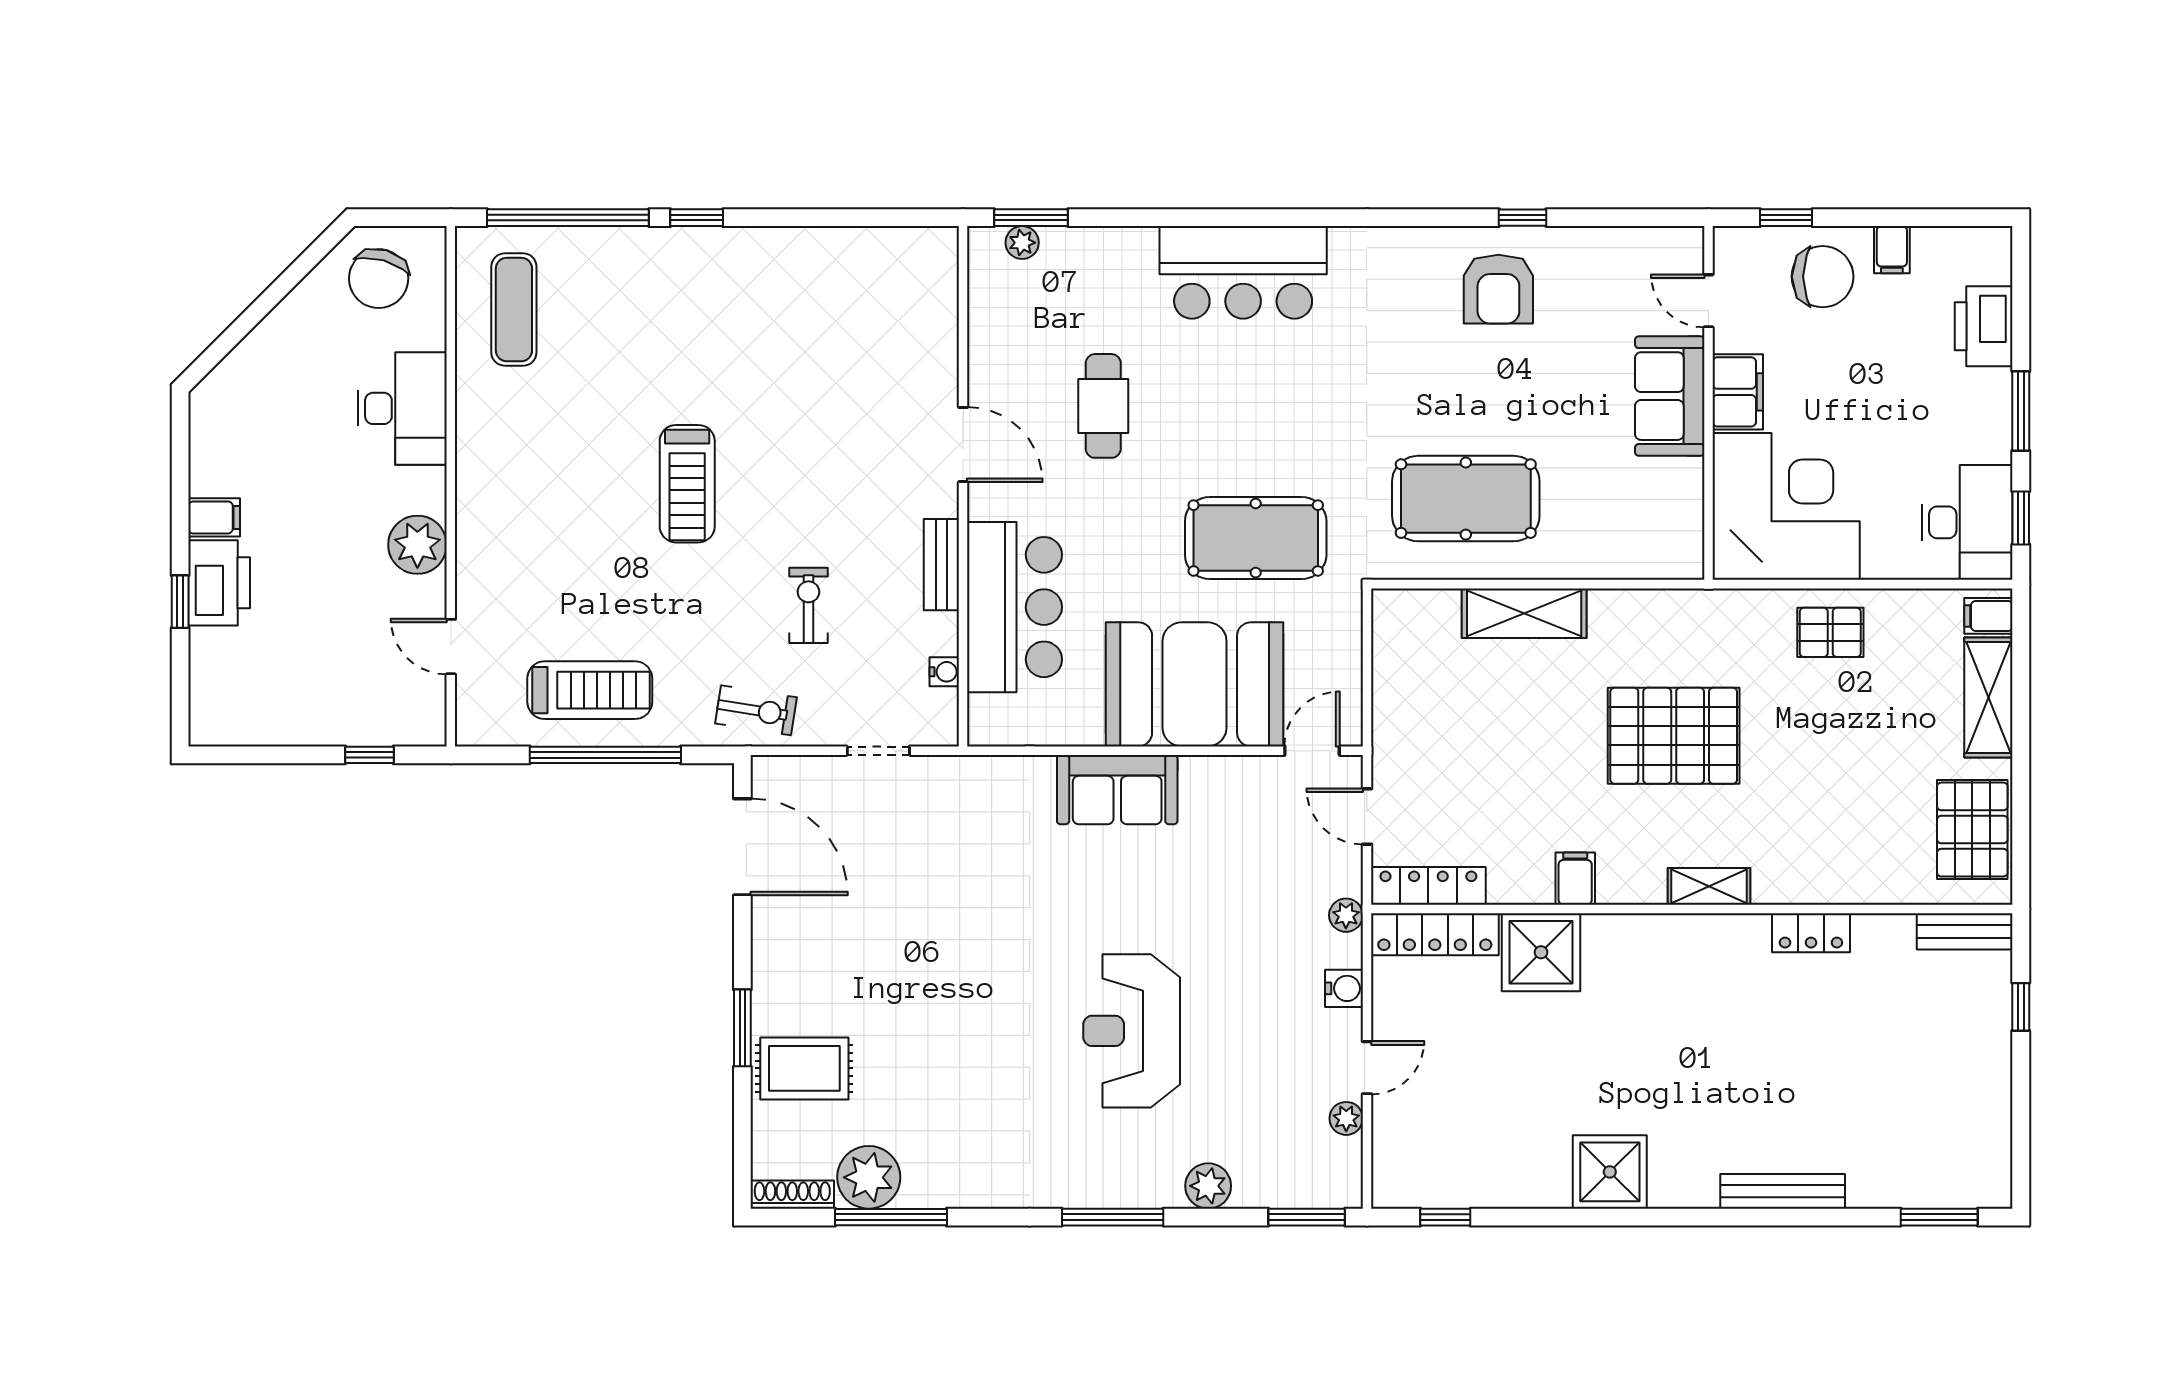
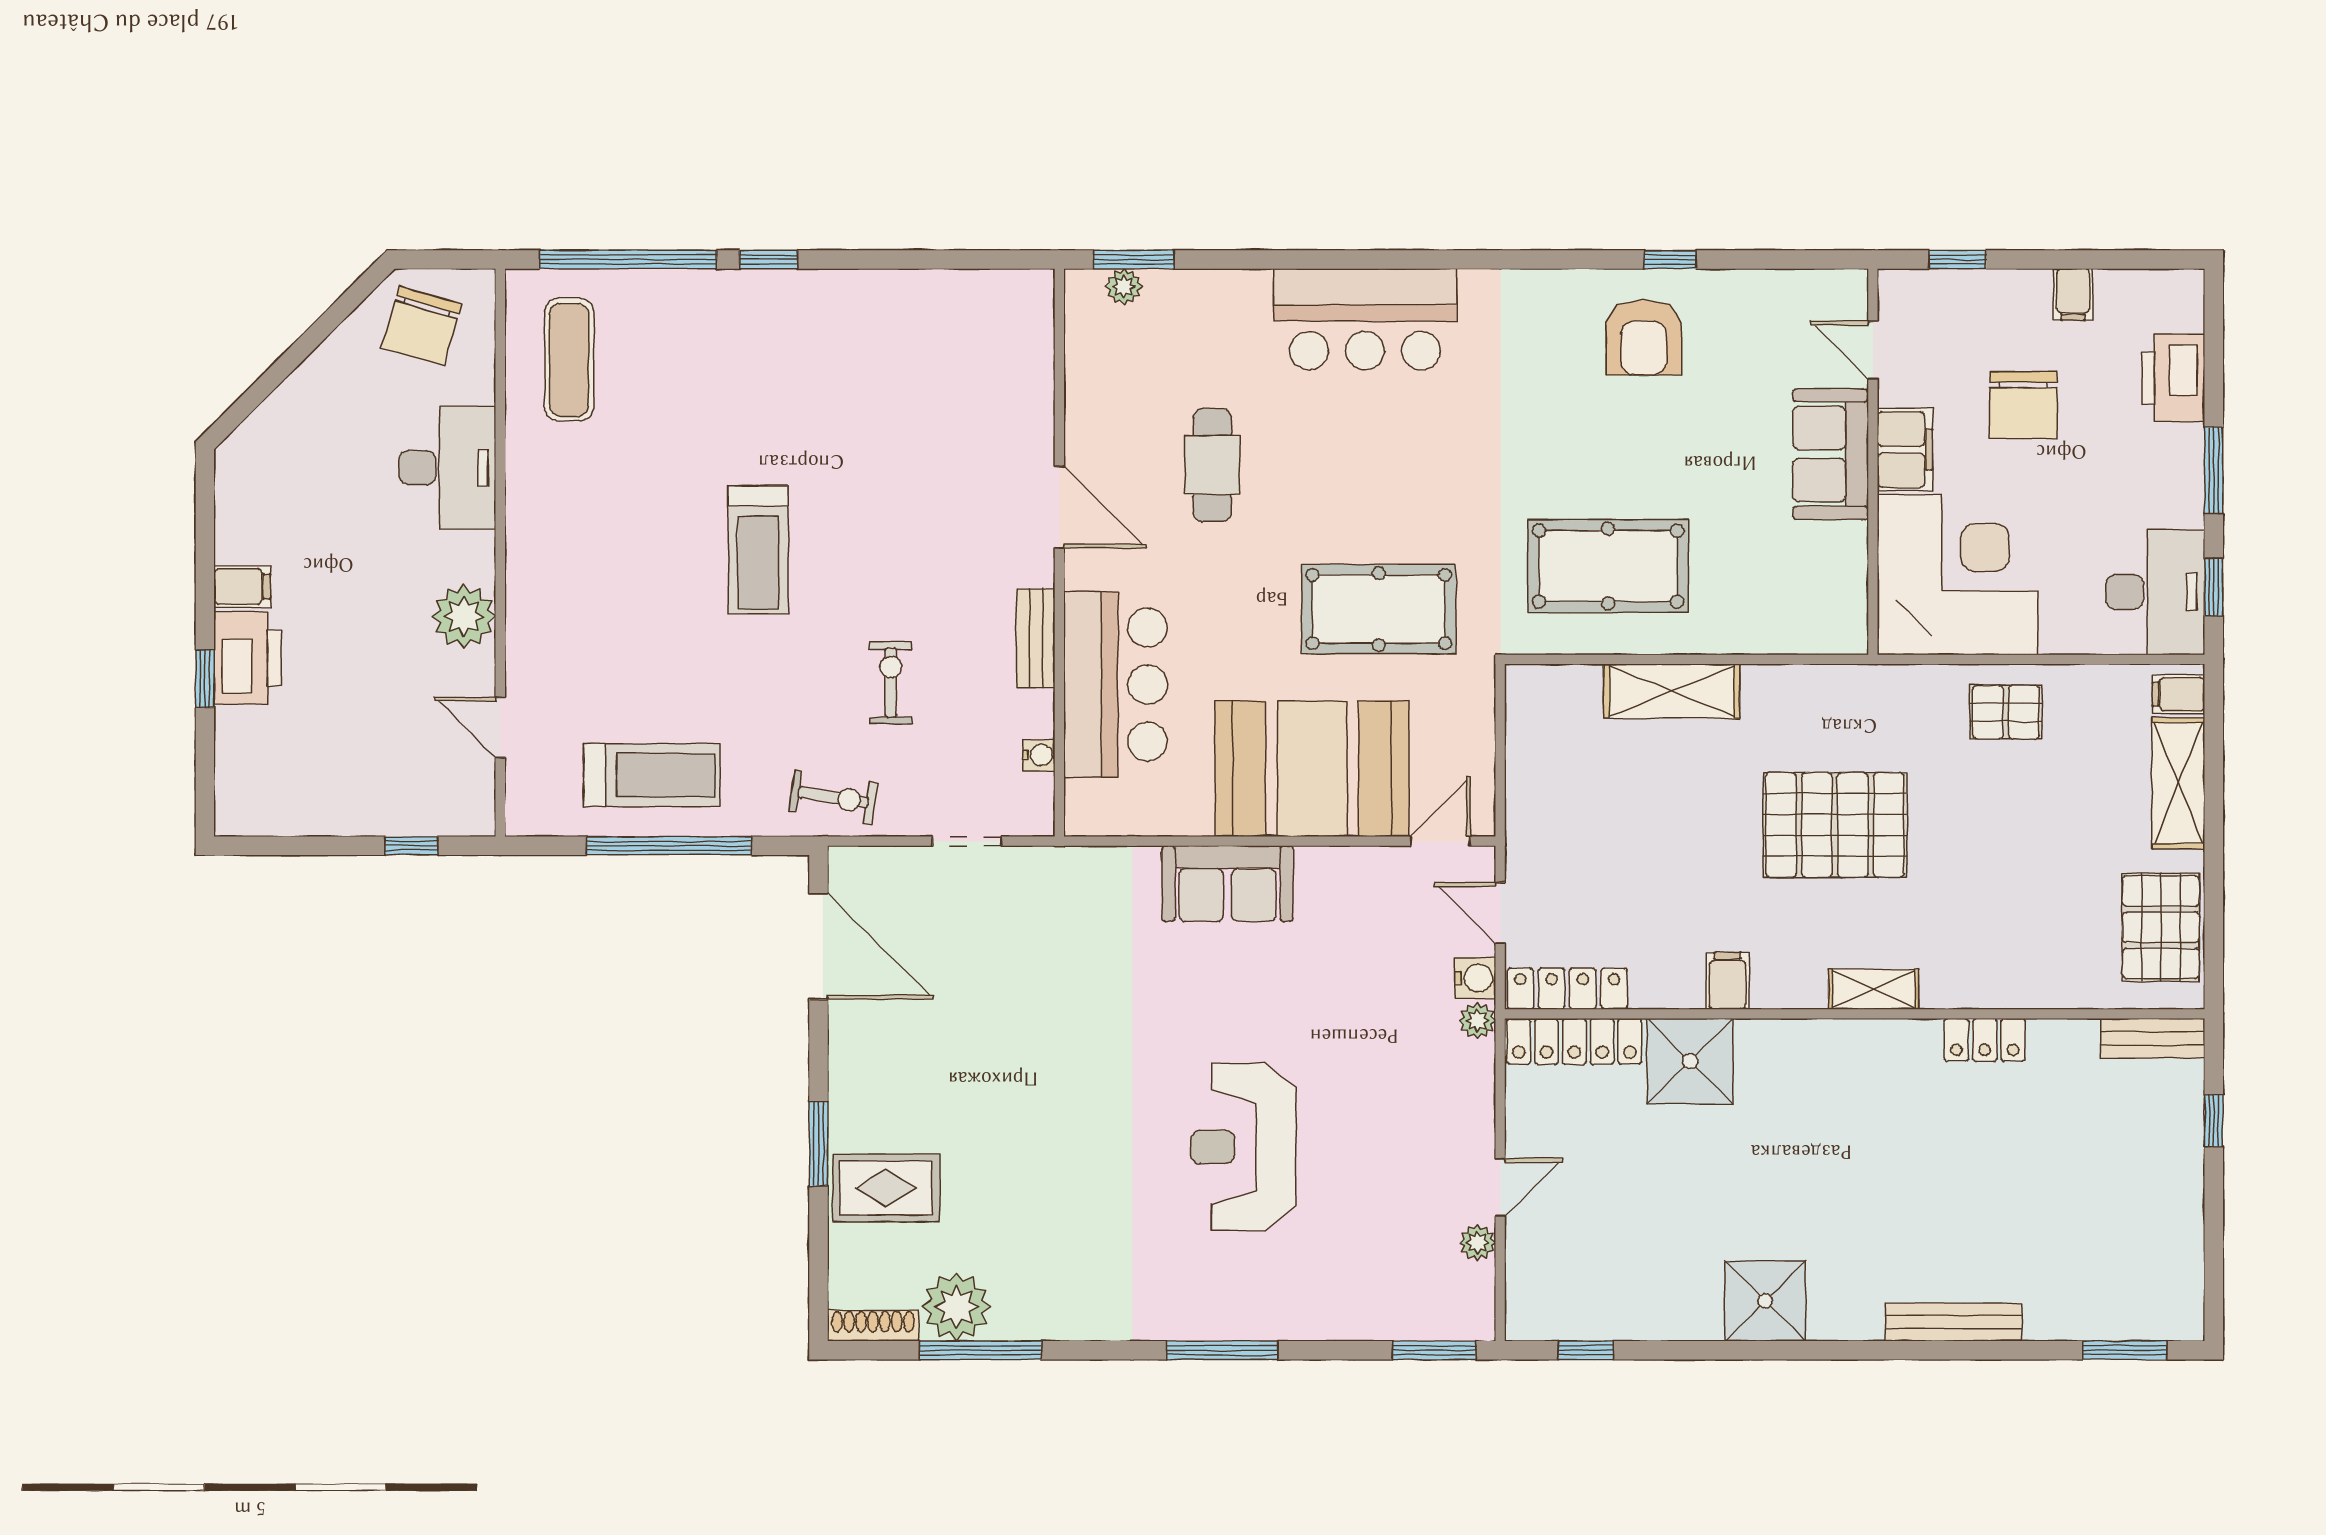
chair: (1823, 277) -> (2023, 405), moved, turned 90
water cooler: (1344, 988) -> (1475, 978), moved
plant: (1208, 1186) -> (1327, 1316), removed

